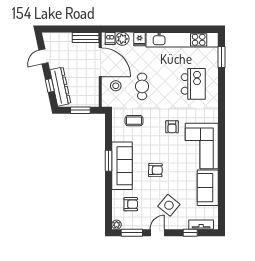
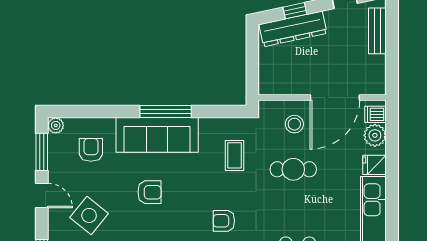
bench: (86, 37) -> (377, 31), moved
window: (80, 110) -> (252, 63), removed
window: (108, 161) -> (166, 112), width x1.44
armchair: (155, 170) -> (149, 192), turned -91
armchair: (131, 204) -> (91, 150), turned 180

